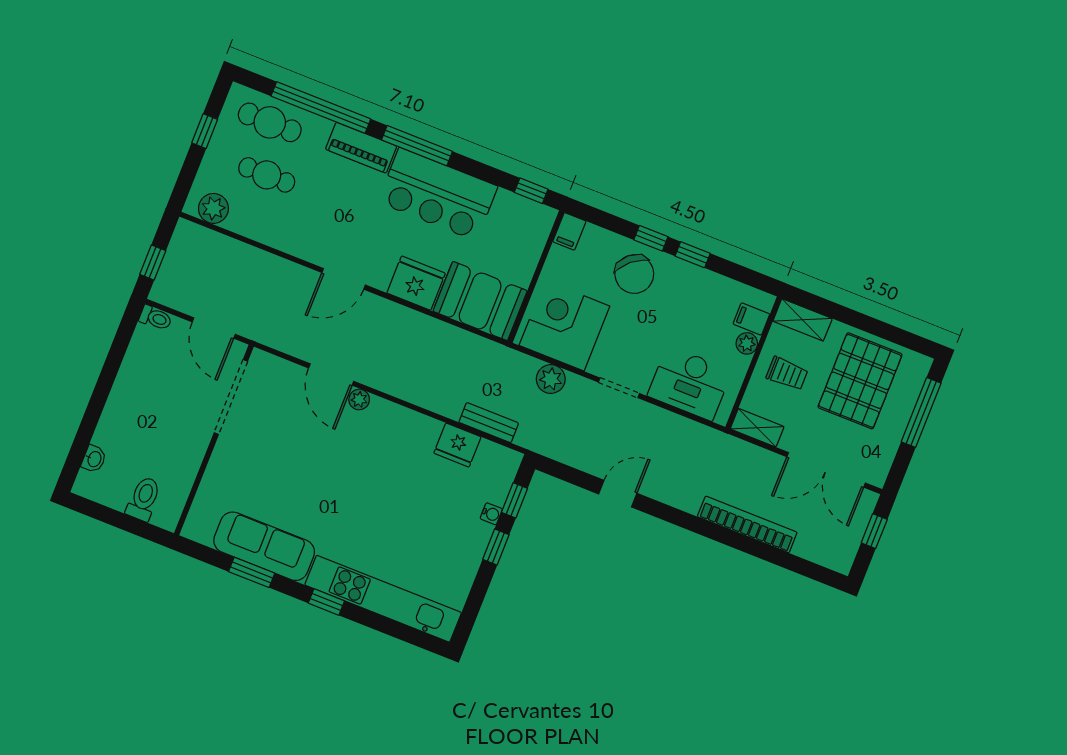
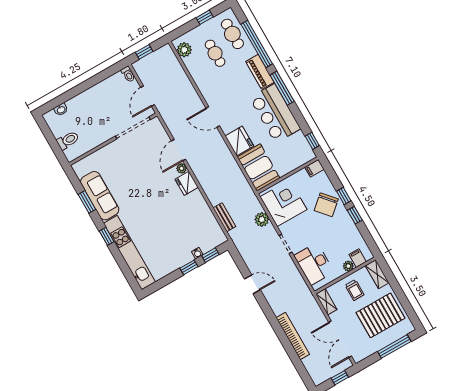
fridge: (457, 445) -> (187, 183), moved

